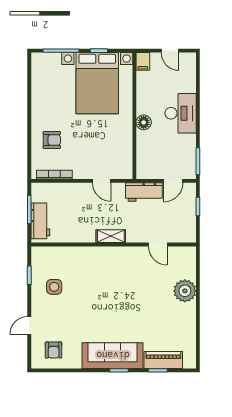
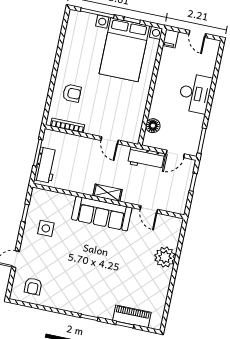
floor lamp: (144, 122) -> (153, 126), moved
sofa: (113, 356) -> (102, 214), moved, turned 180

